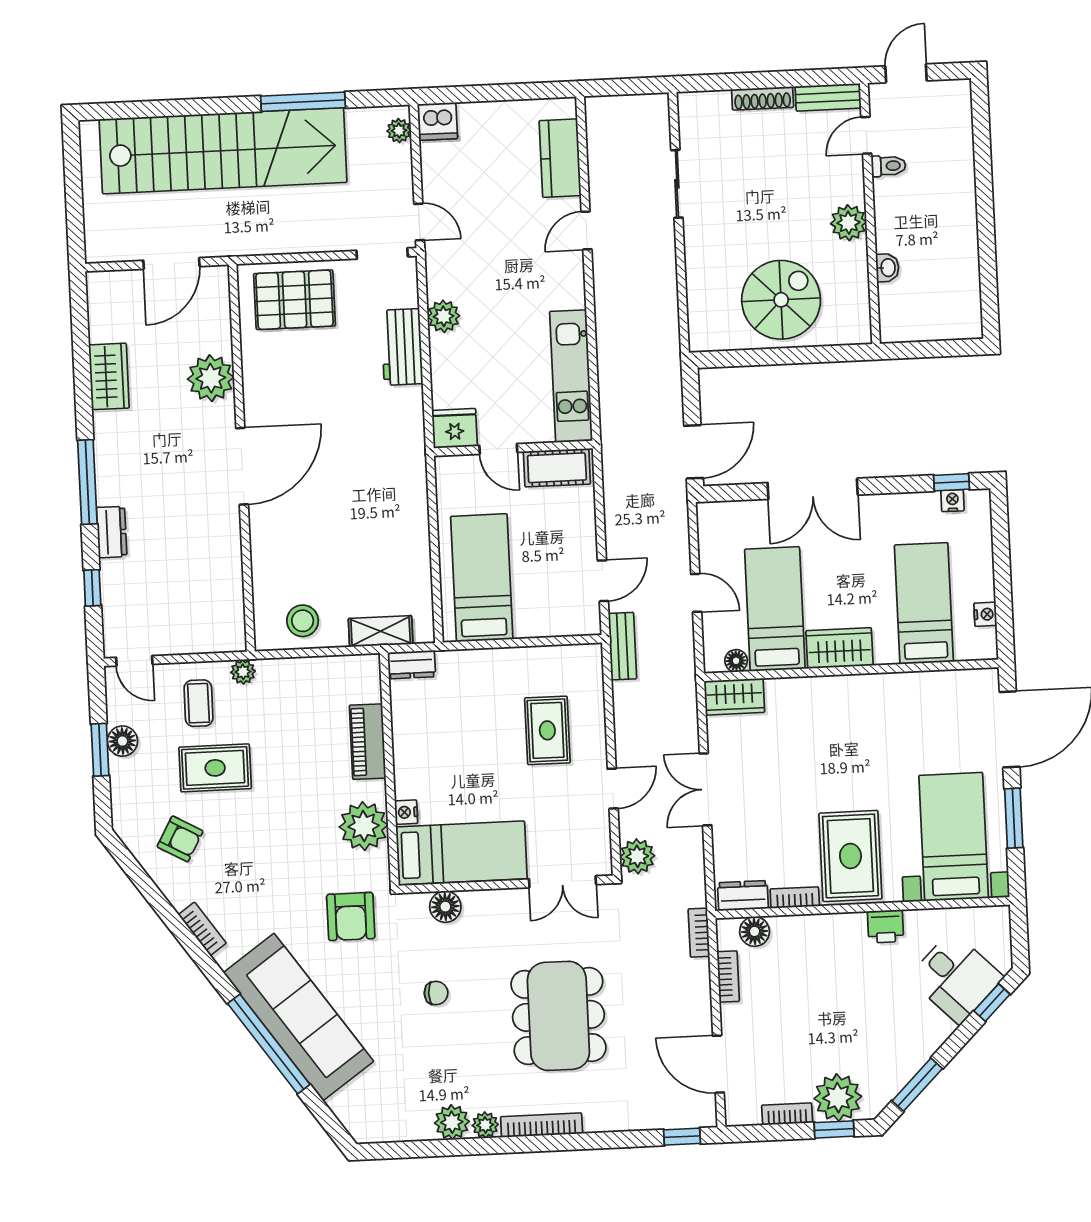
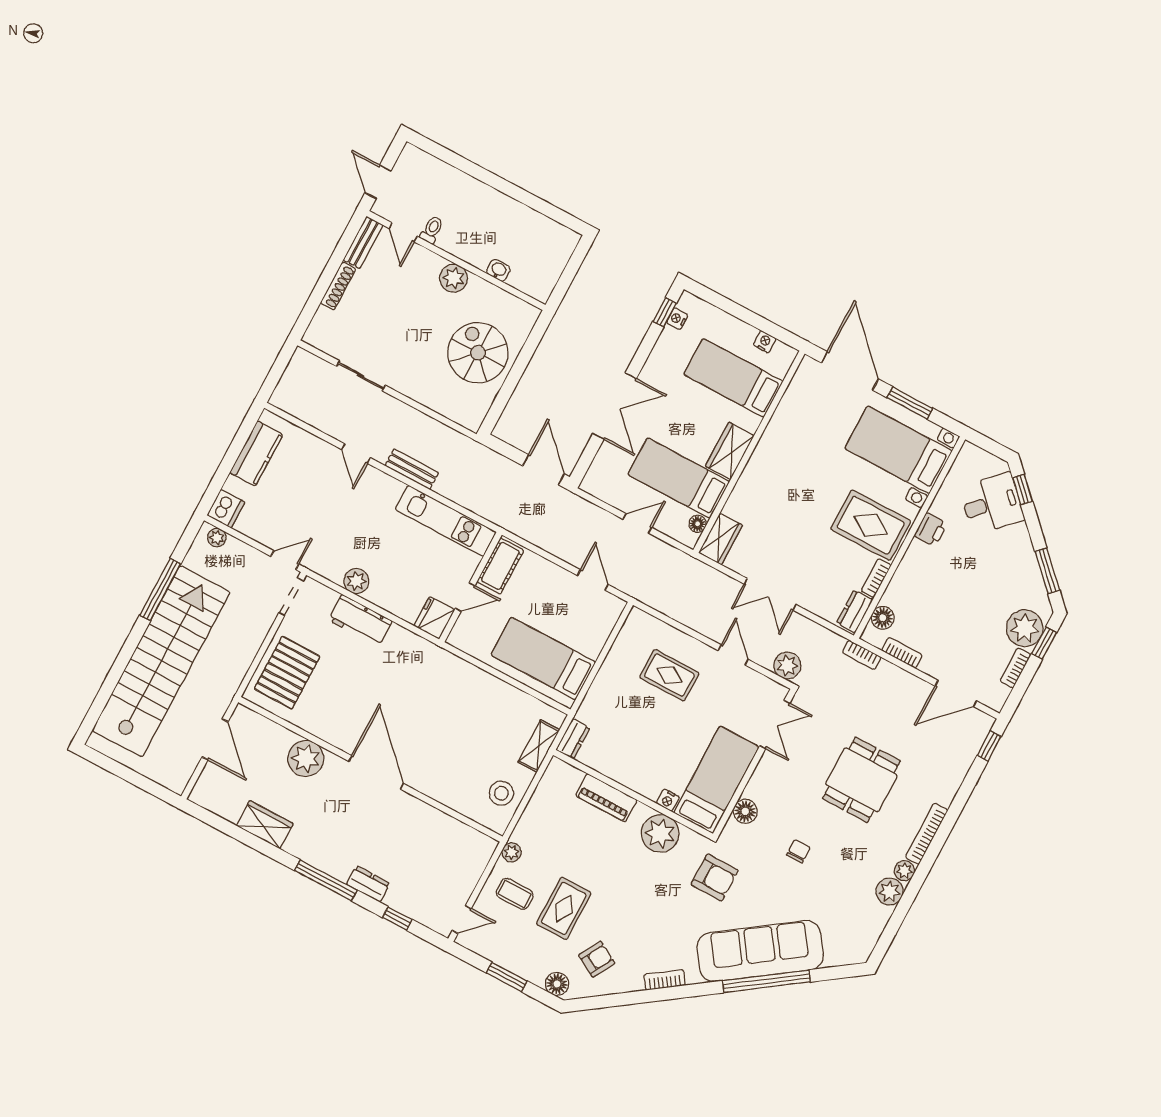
kitchen counter: (560, 158) -> (256, 454), moved, turned -90
bench: (622, 646) -> (412, 469), moved
floor lamp: (122, 741) -> (557, 984), moved
dining table: (558, 1016) -> (861, 780), width x0.73

